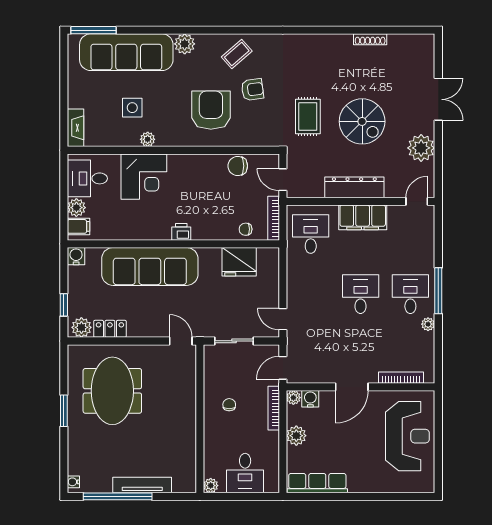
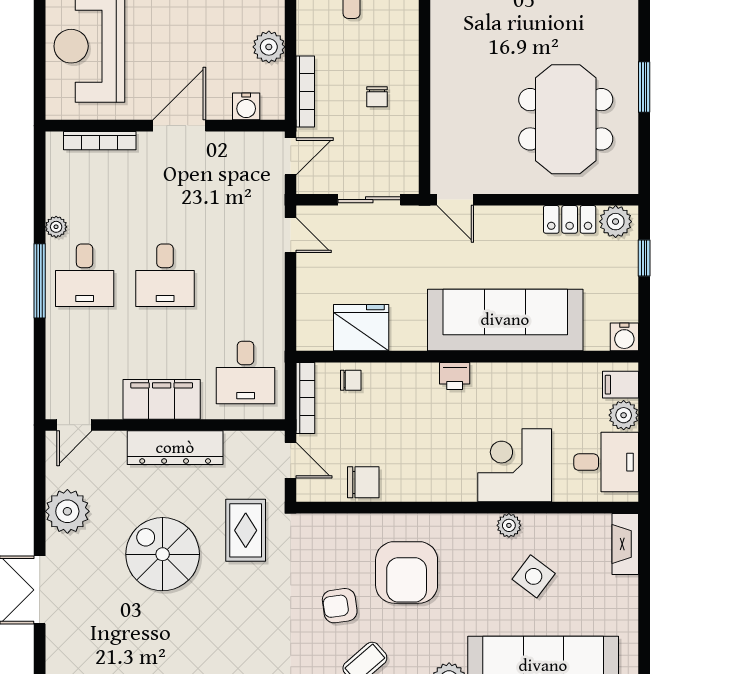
side table: (132, 108) -> (534, 576), turned 37
rug: (308, 116) -> (246, 530), moved
plant: (293, 398) -> (273, 108), removed

